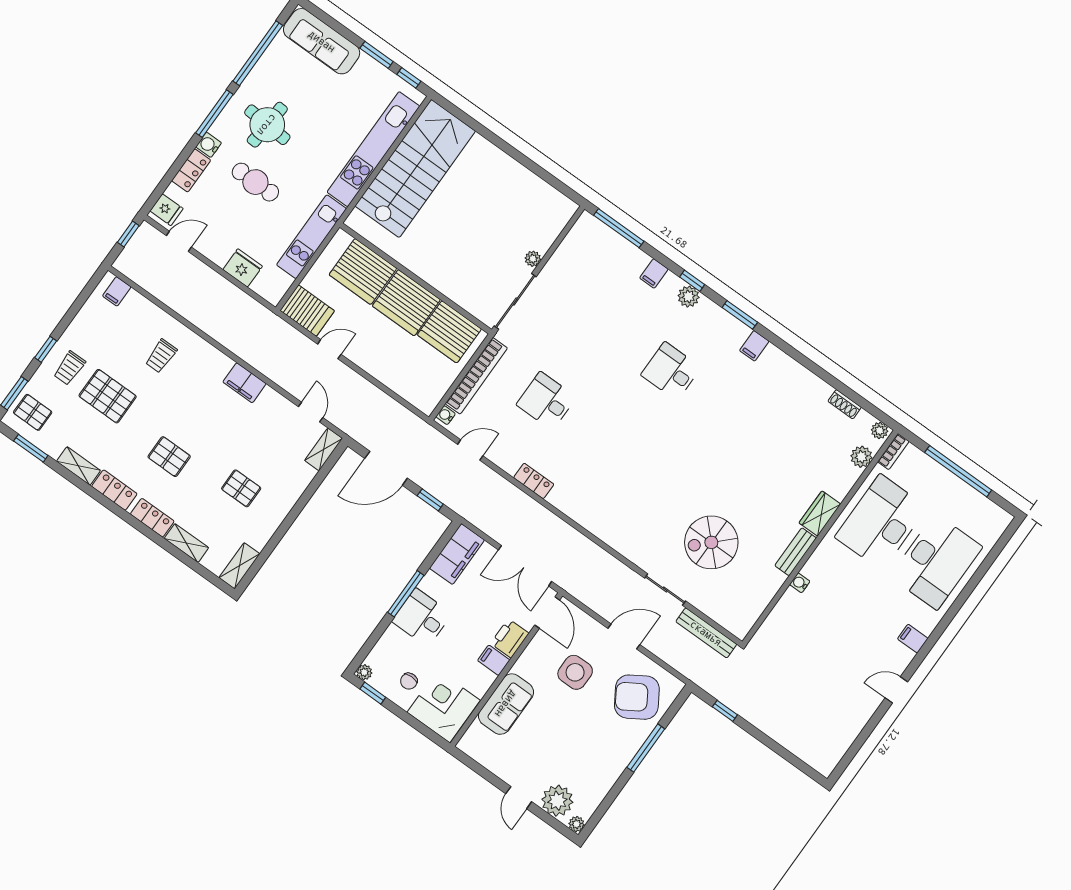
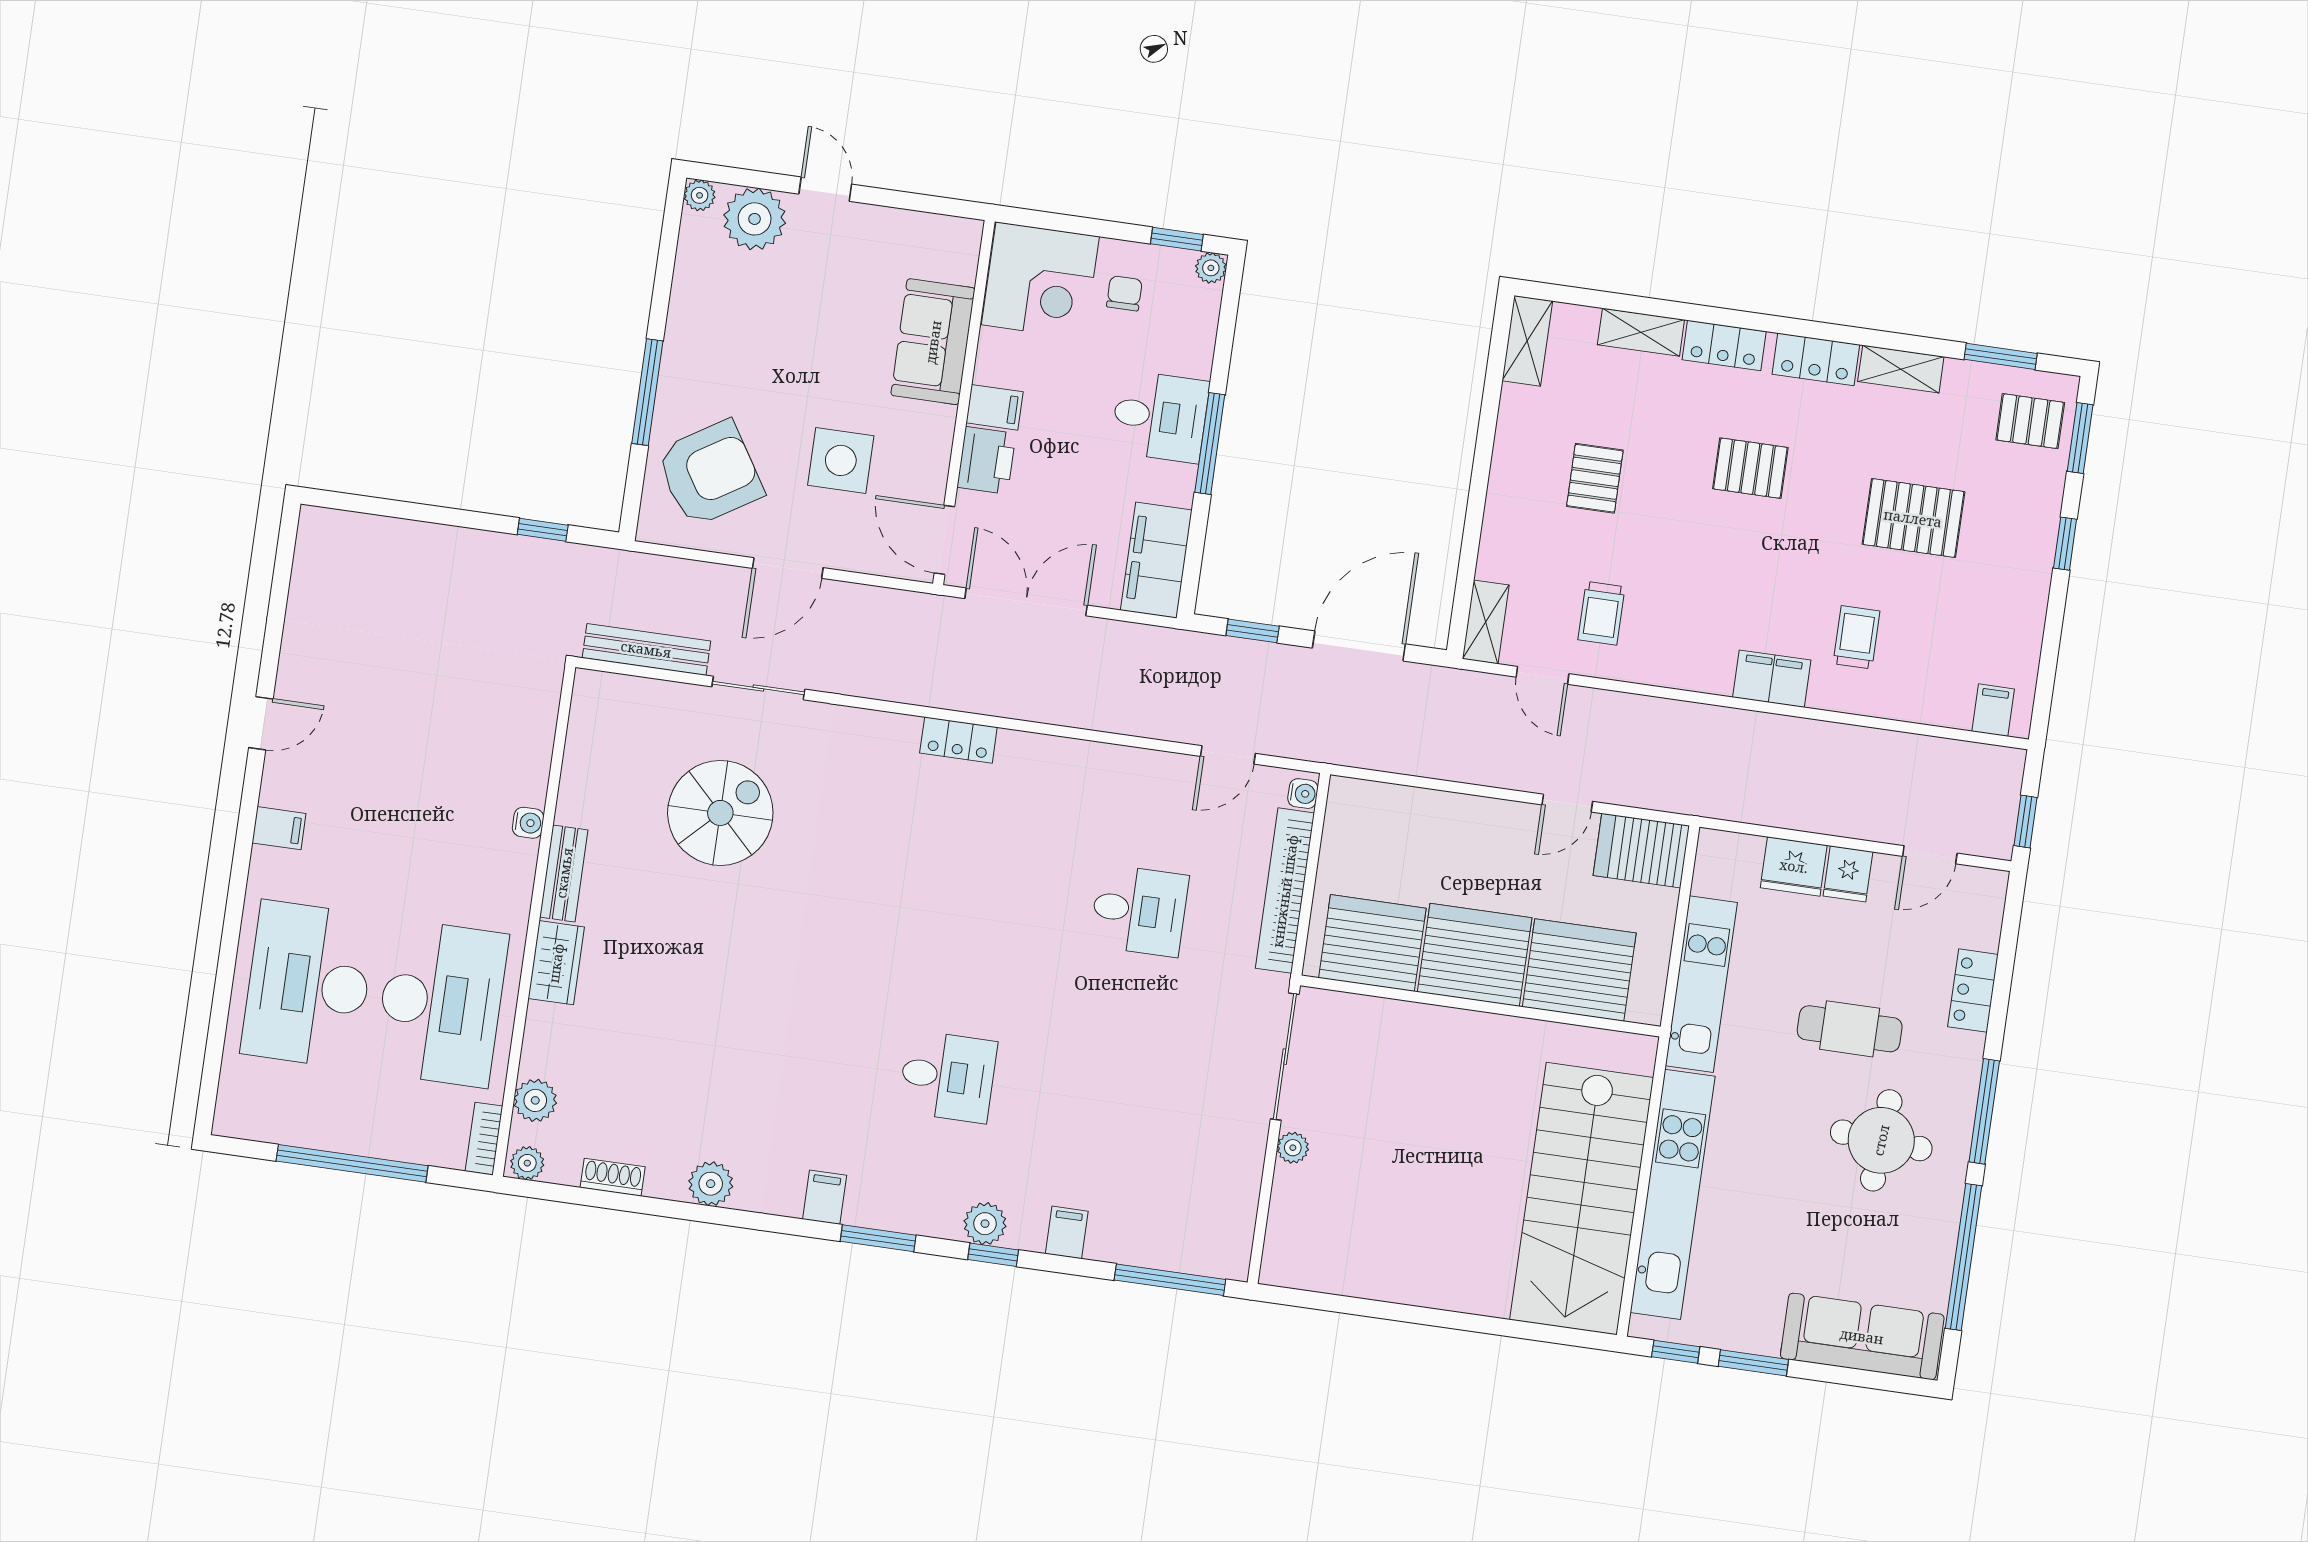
water cooler: (209, 145) -> (1966, 1051), removed
fridge: (167, 210) -> (1848, 874), moved, turned -90
trolley: (69, 368) -> (1601, 613), moved, turned 180
plant: (802, 378) -> (711, 1184), added
filing cabinet: (244, 383) -> (1772, 679), moved
locker: (534, 481) -> (958, 740), moved
pallet: (241, 488) -> (1595, 478), turned 90

